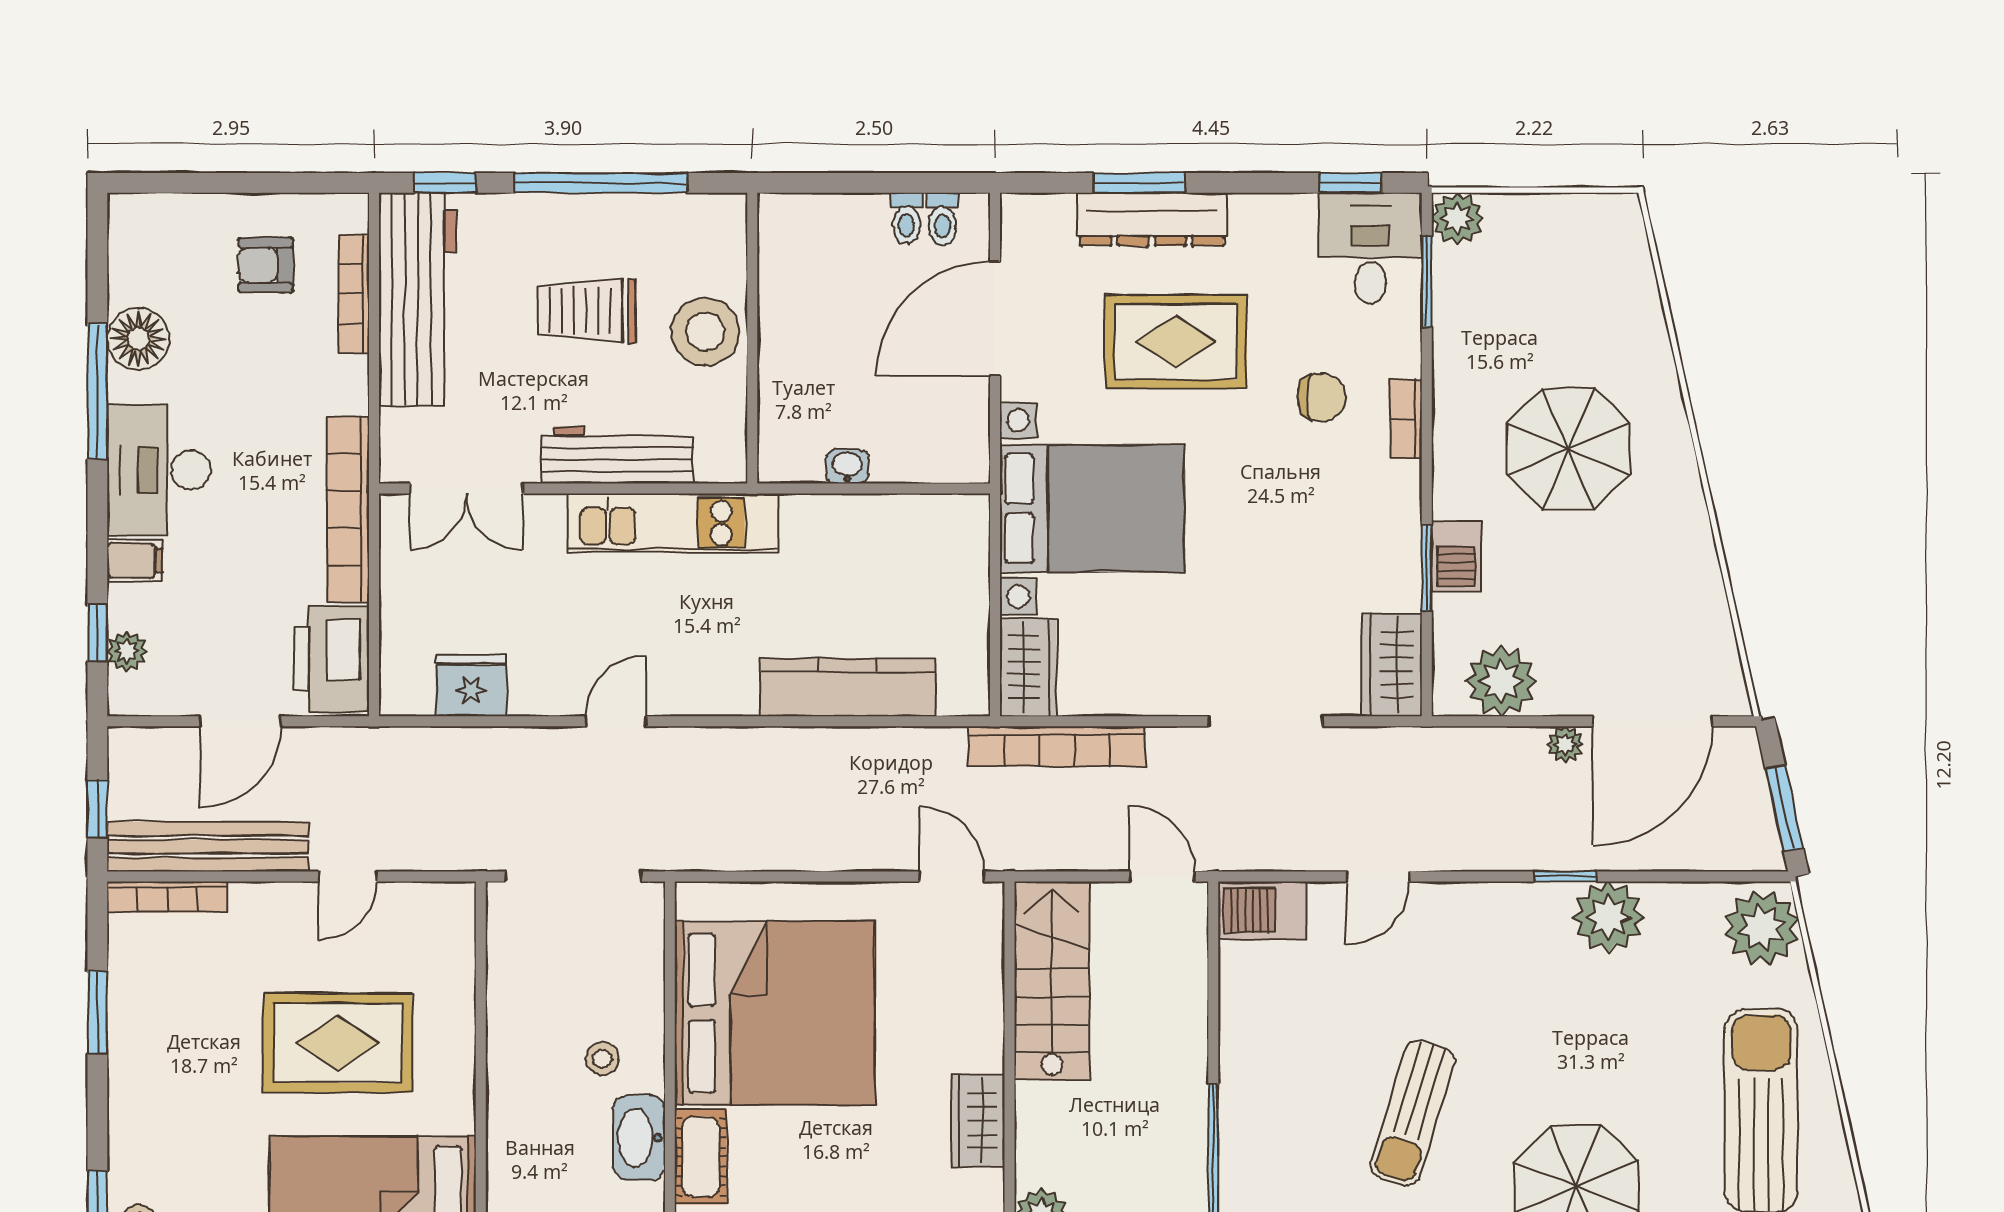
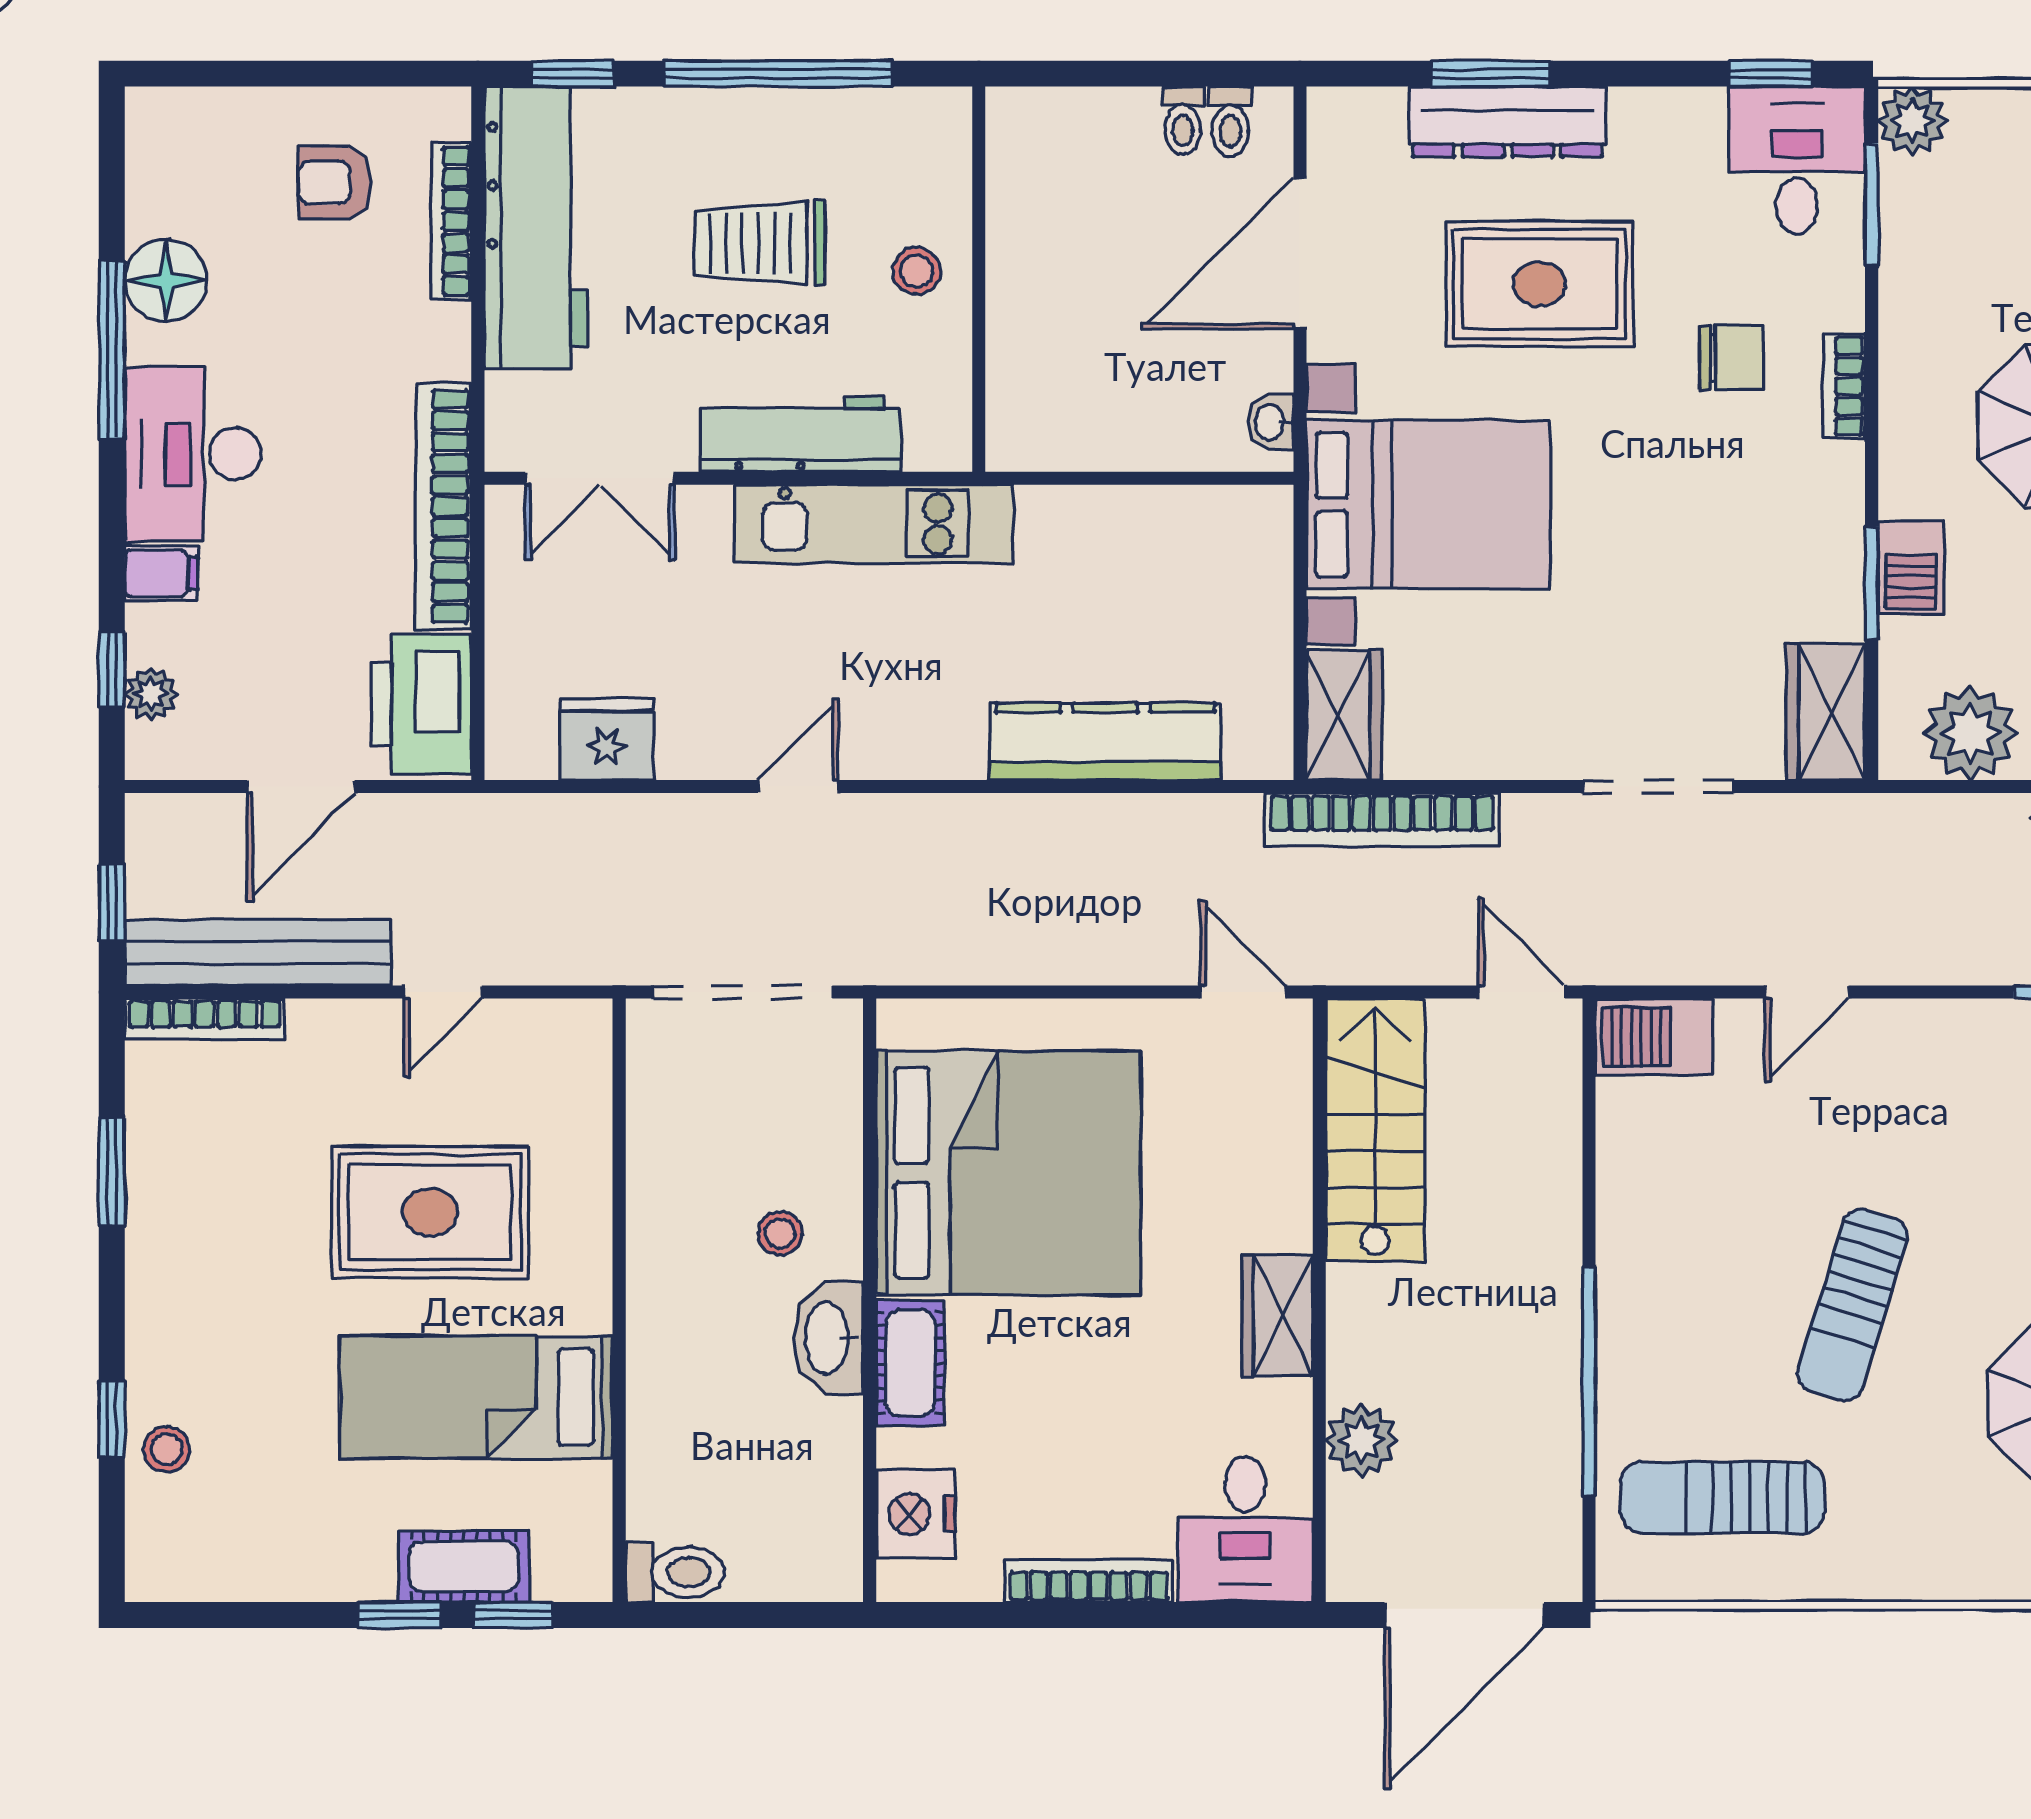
stool: (705, 332) -> (916, 271), width x0.53, depth x0.53
washbasin: (847, 466) -> (1271, 422), moved, turned -90

